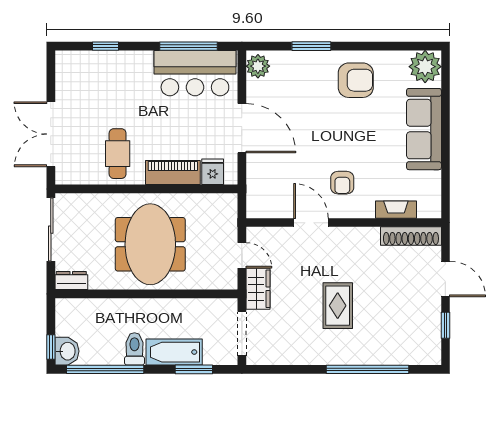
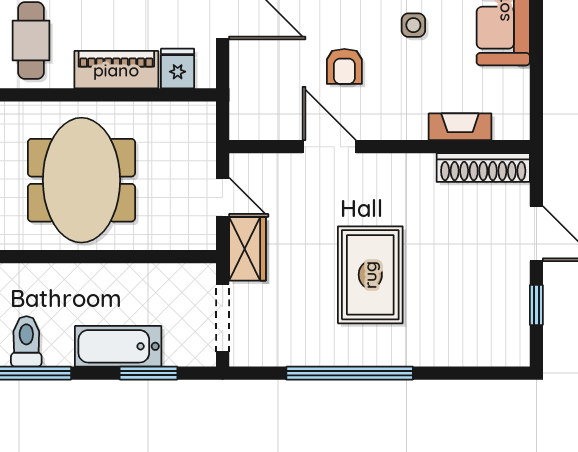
side table: (366, 144) -> (413, 25), added
armchair: (342, 183) -> (344, 66), moved
rug: (338, 306) -> (370, 275), width x1.36, depth x1.43
toilet: (134, 349) -> (26, 341), moved
window: (367, 369) -> (350, 373), moved

